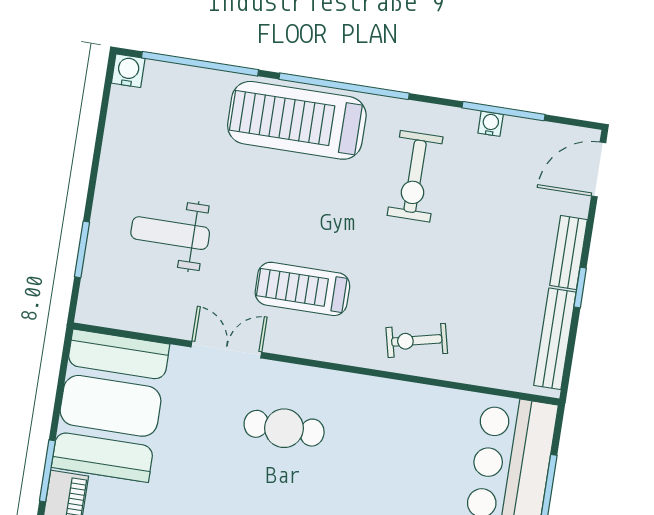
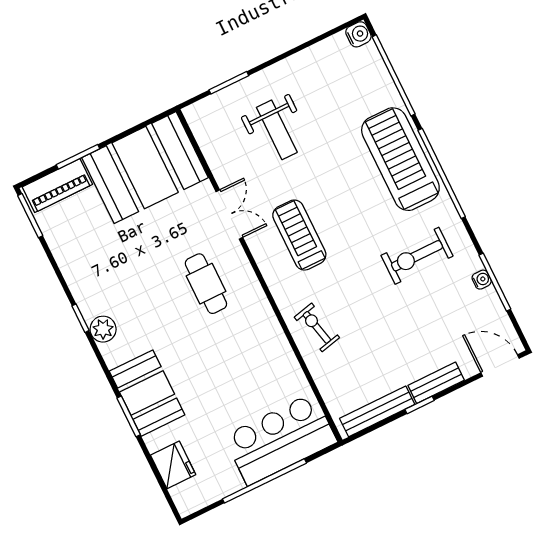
weight bench: (170, 233) -> (277, 130), turned 180

